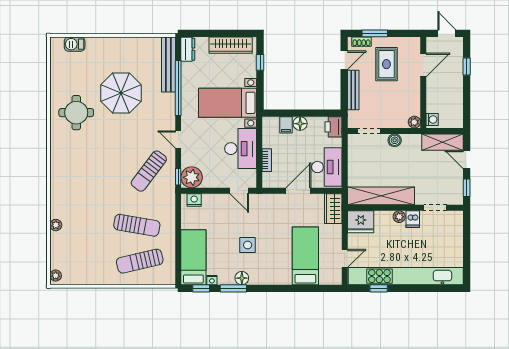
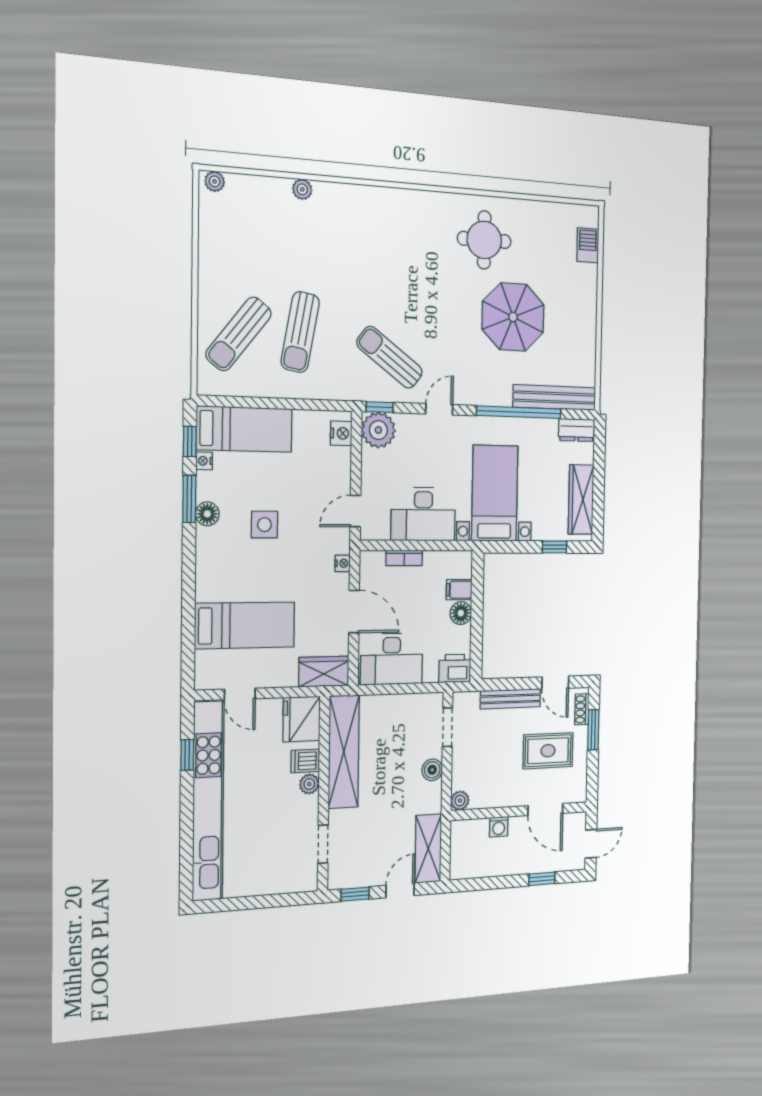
washing machine: (432, 119) -> (499, 827), moved
nightstand: (270, 198) -> (343, 563), added
dishwasher: (413, 219) -> (305, 761), moved
sun lounger: (140, 261) -> (239, 334), turned -129

